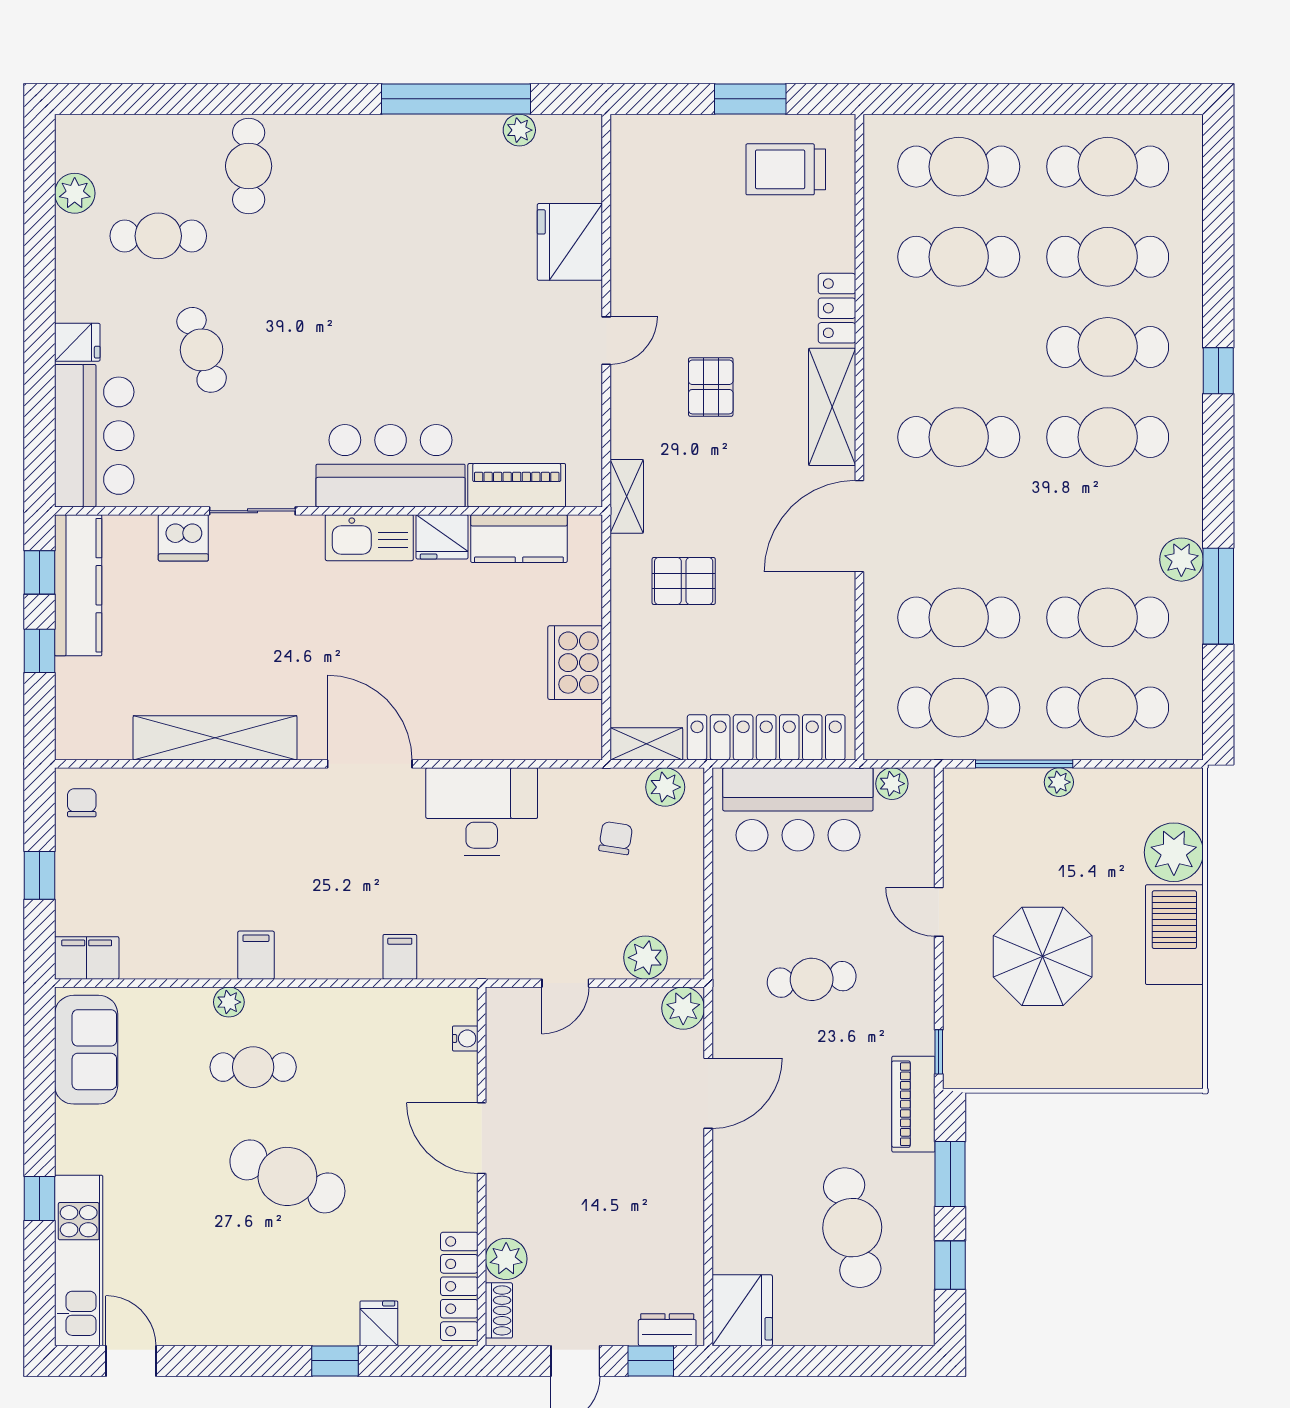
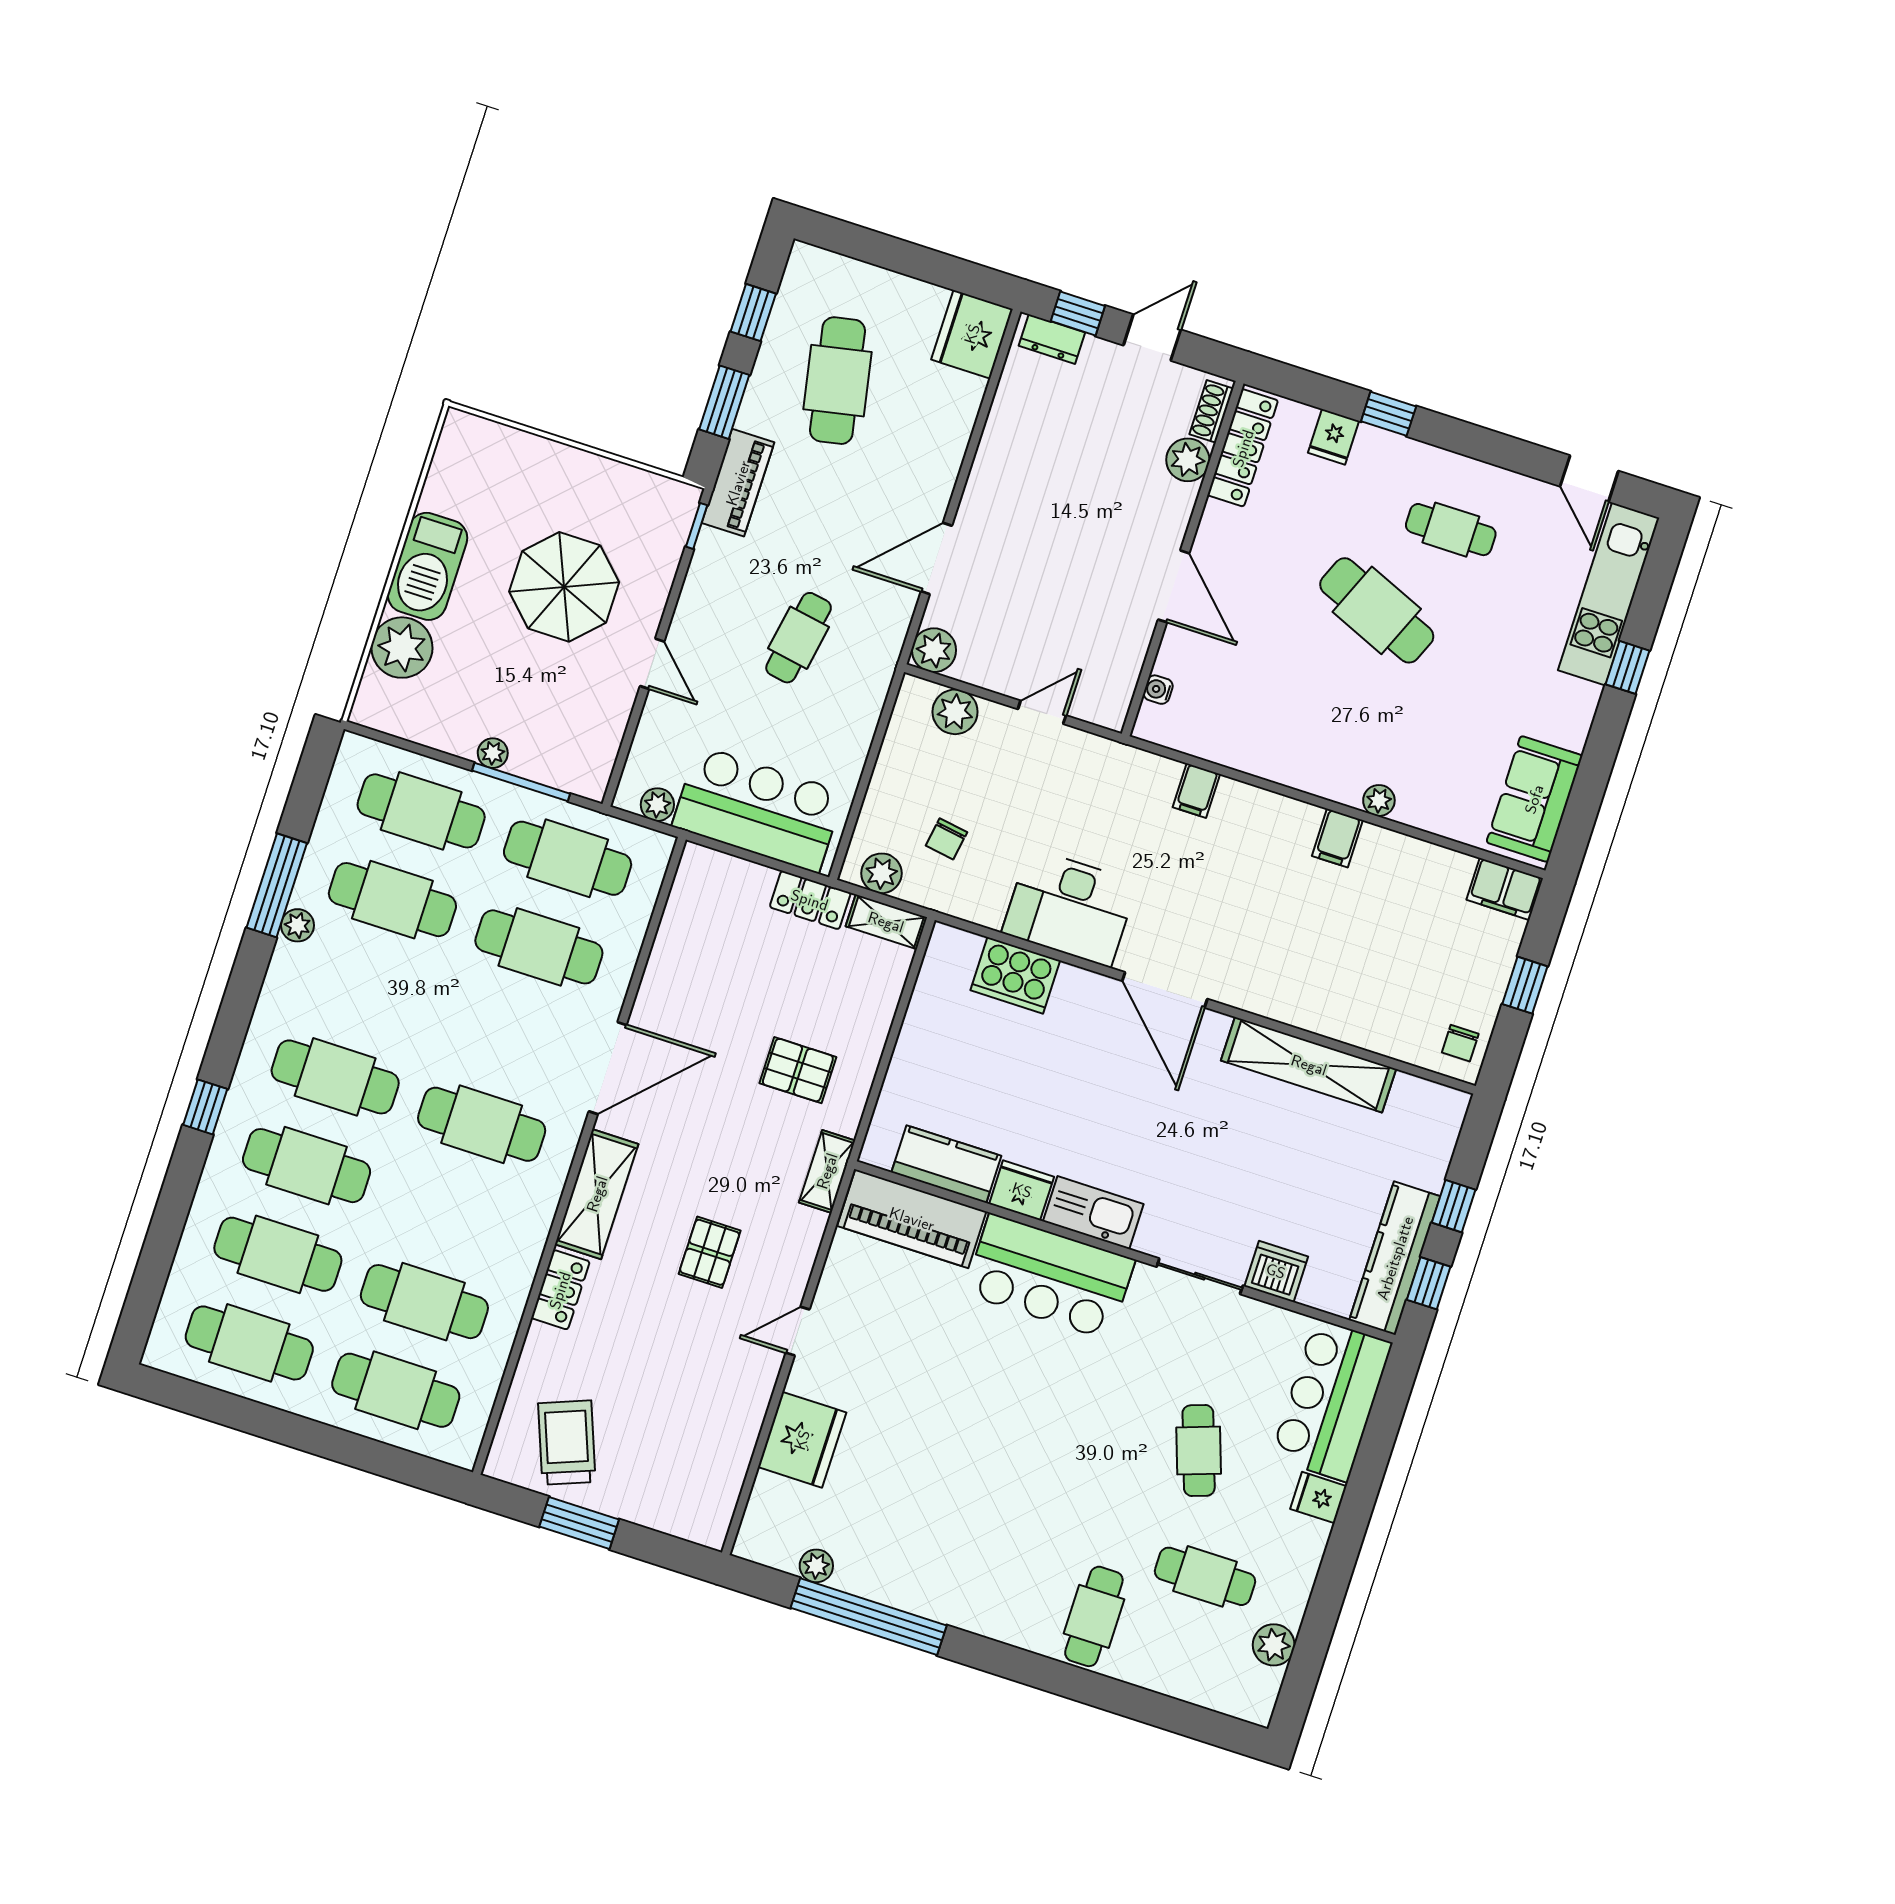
trolley: (786, 169) -> (567, 1443), turned -111
piano: (517, 485) -> (912, 1219), width x1.37, depth x1.33
plant: (1181, 560) -> (297, 925), width x0.73, depth x0.73
cooker: (575, 663) -> (1015, 975), moved, turned 90
locker: (766, 737) -> (810, 900), width x0.46, depth x0.83
cafe table: (812, 979) -> (799, 638), turned -74
cafe table: (253, 1067) -> (1451, 530), moved

